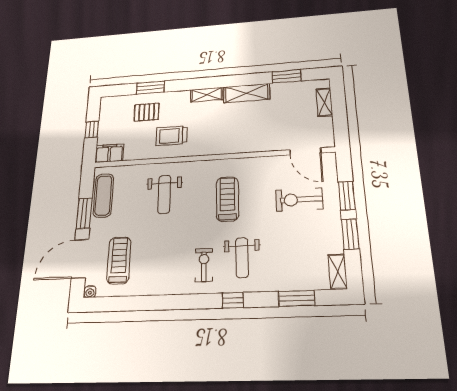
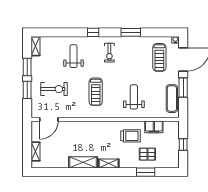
window: (287, 76) -> (58, 172), removed
door: (305, 151) -> (49, 119), swing flipped
filing cabinet: (109, 153) -> (154, 127), moved
weight bench: (242, 258) -> (74, 56), moved
window: (297, 298) -> (131, 32), moved

